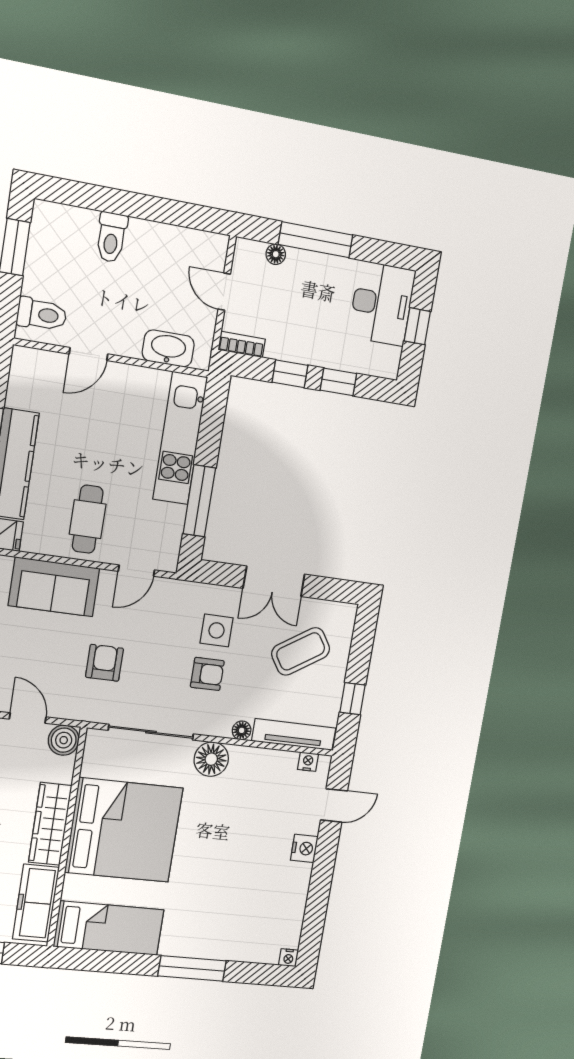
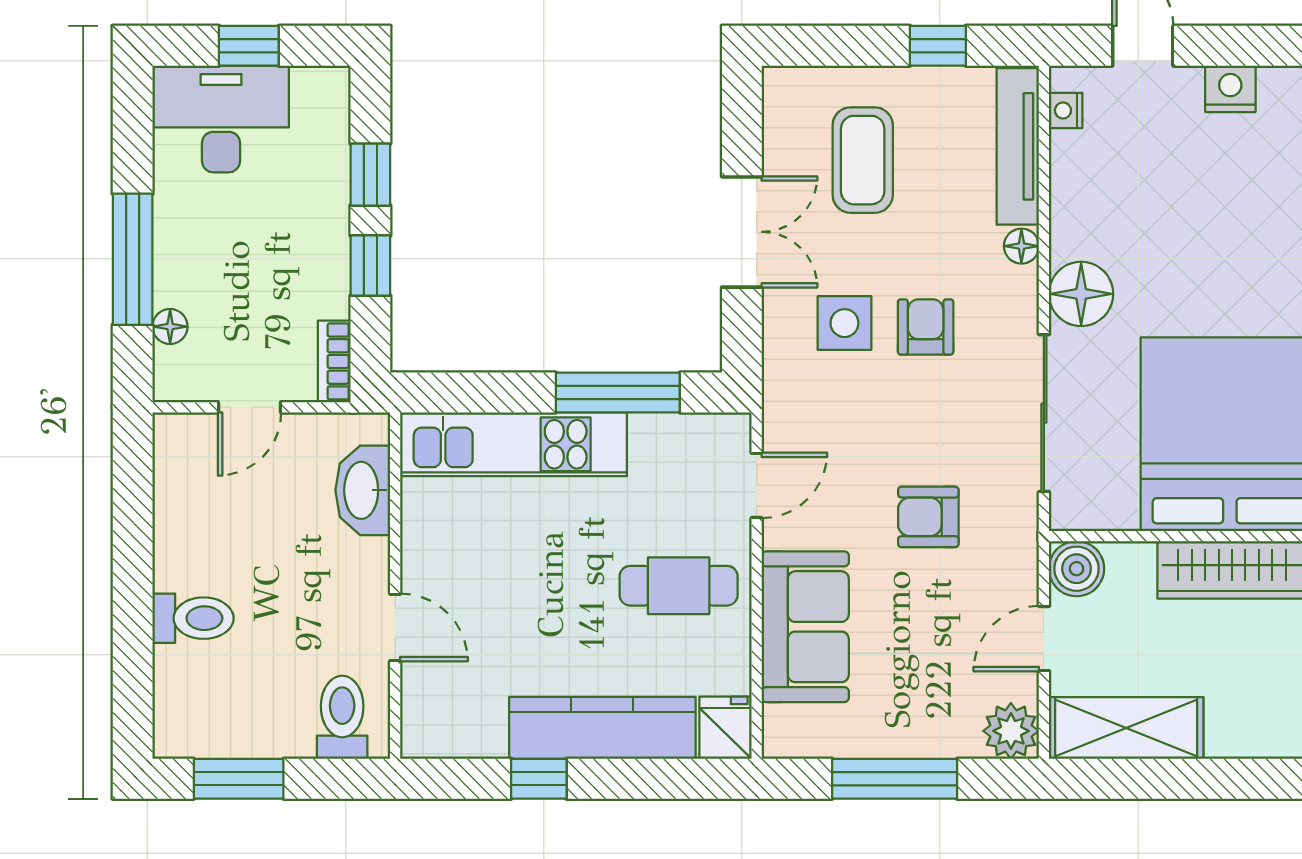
door: (136, 571) -> (757, 485), hinge flipped
coffee table: (301, 651) -> (863, 160), turned 33

